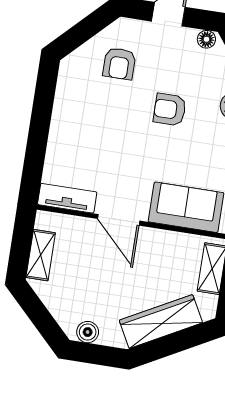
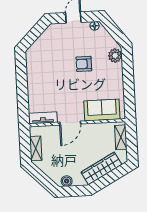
armchair: (119, 64) -> (54, 47), removed
door: (119, 220) -> (70, 123), hinge flipped

